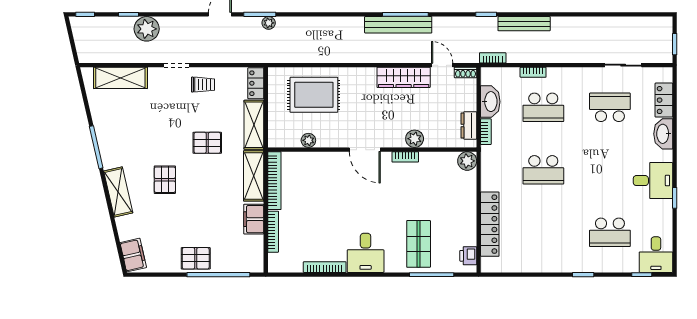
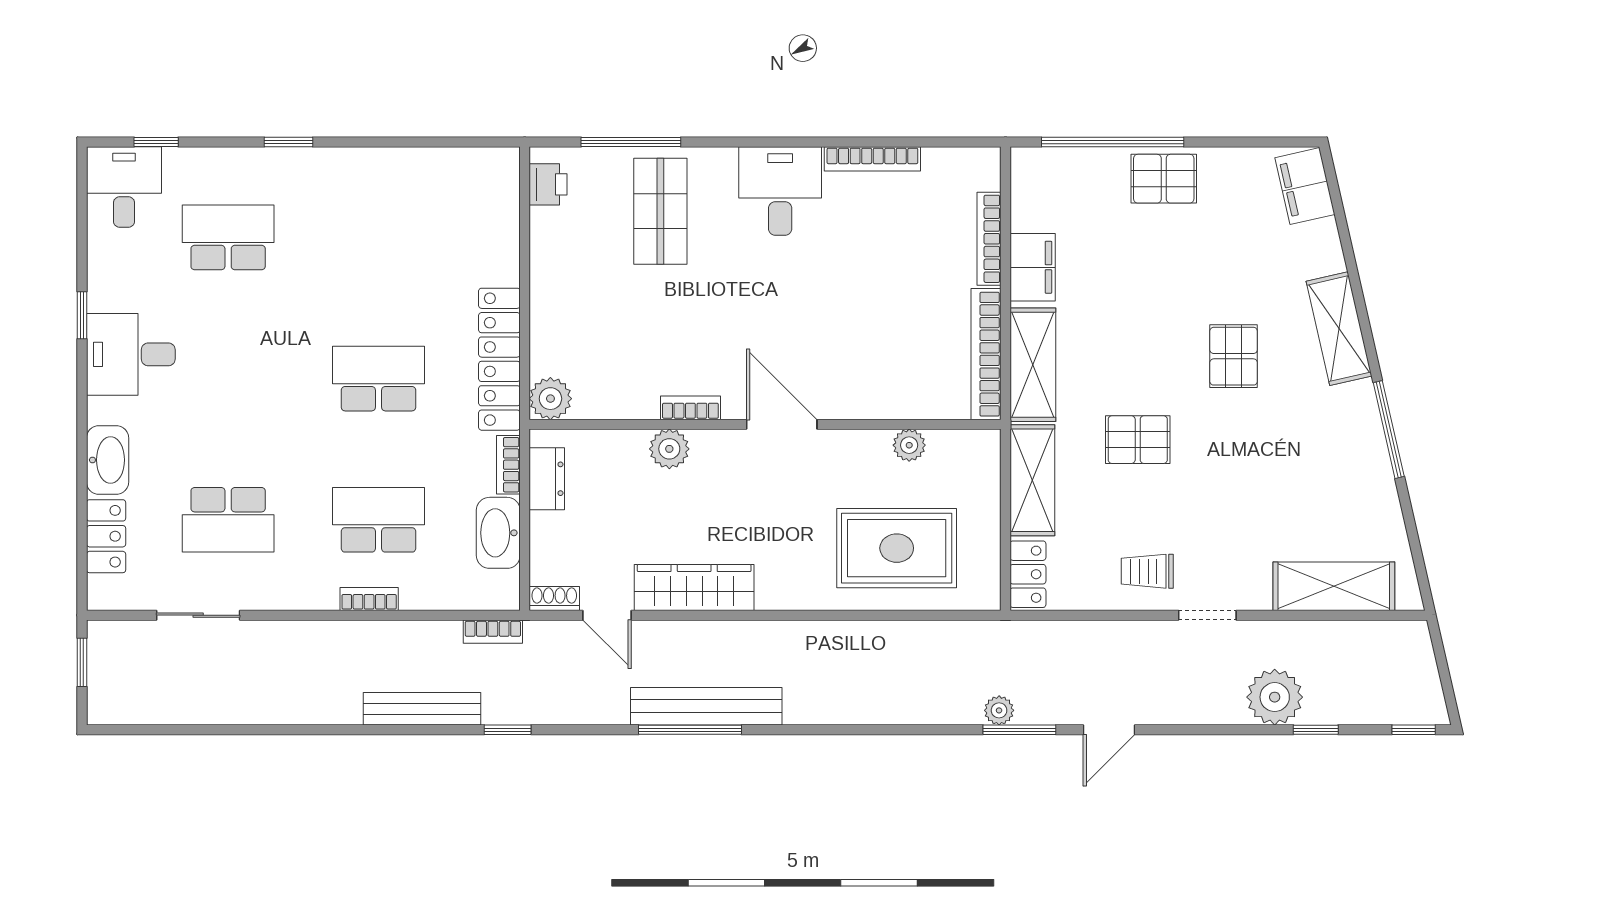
bookcase: (533, 72) -> (369, 599), moved
locker: (490, 224) -> (499, 359), moved

